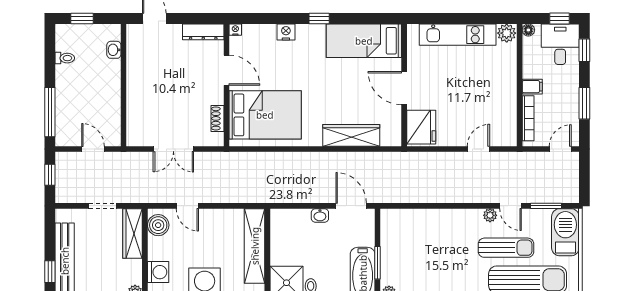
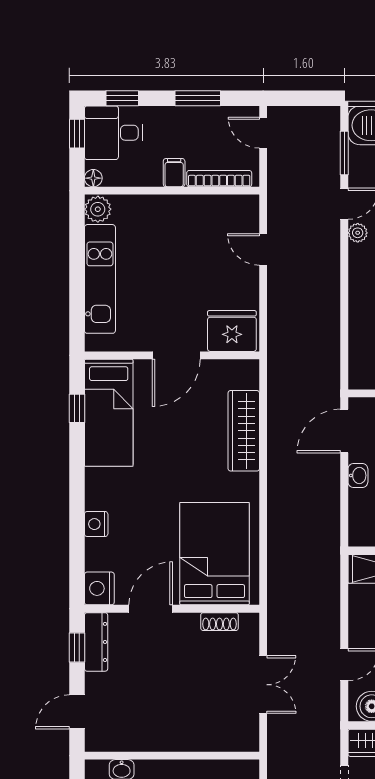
window: (199, 19) -> (77, 648), added
window: (319, 19) -> (77, 408), moved
nightstand: (235, 30) -> (99, 588), width x1.89, depth x1.79

